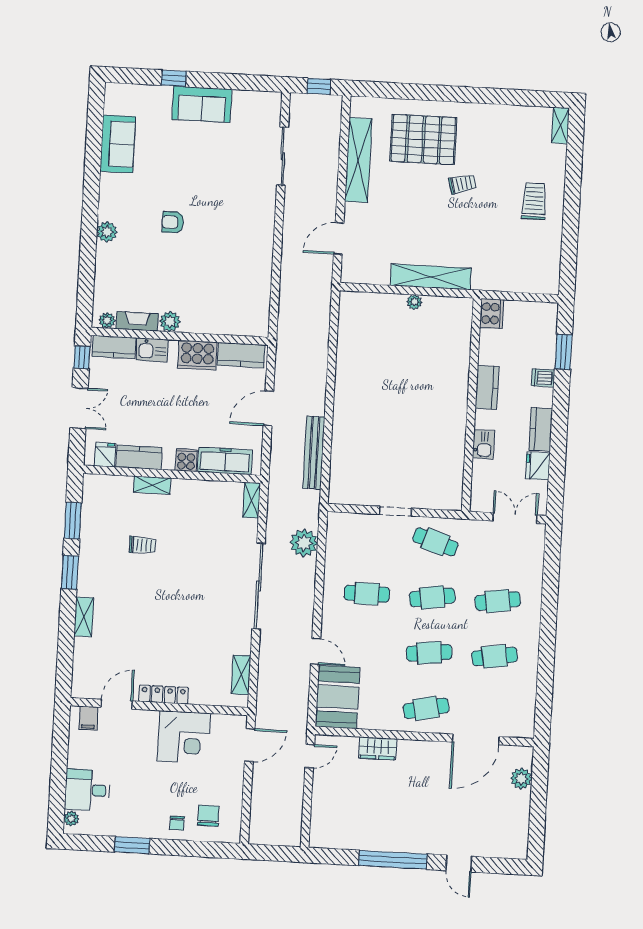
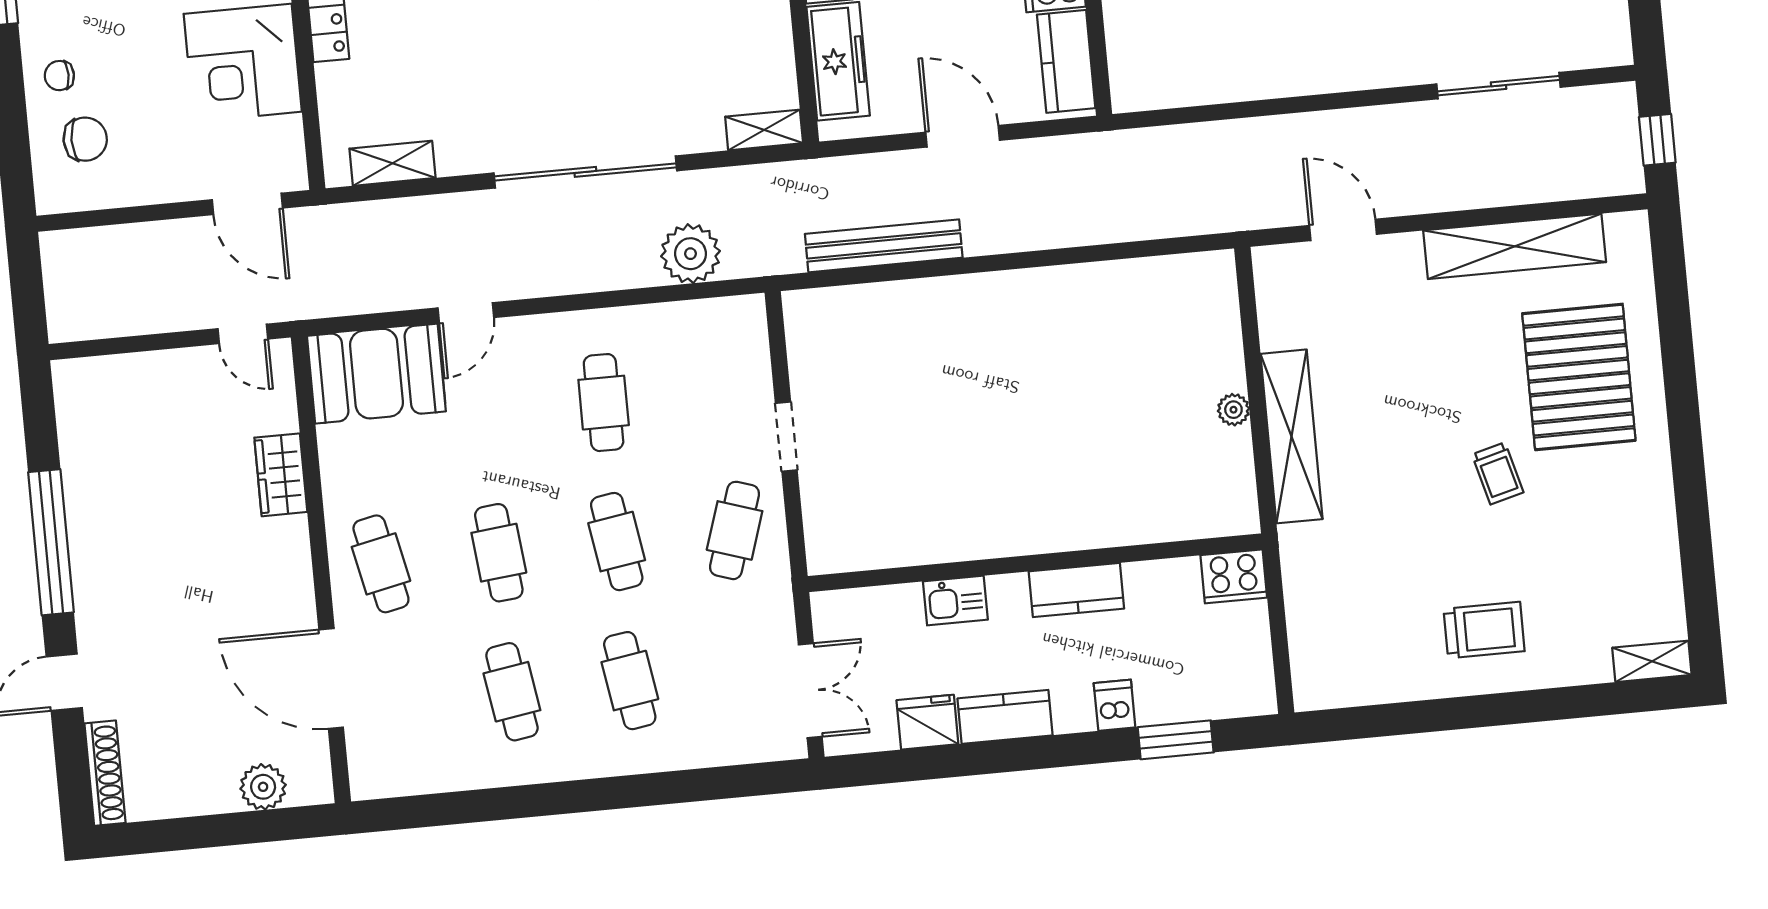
shoe rack: (504, 851) -> (105, 773), added

